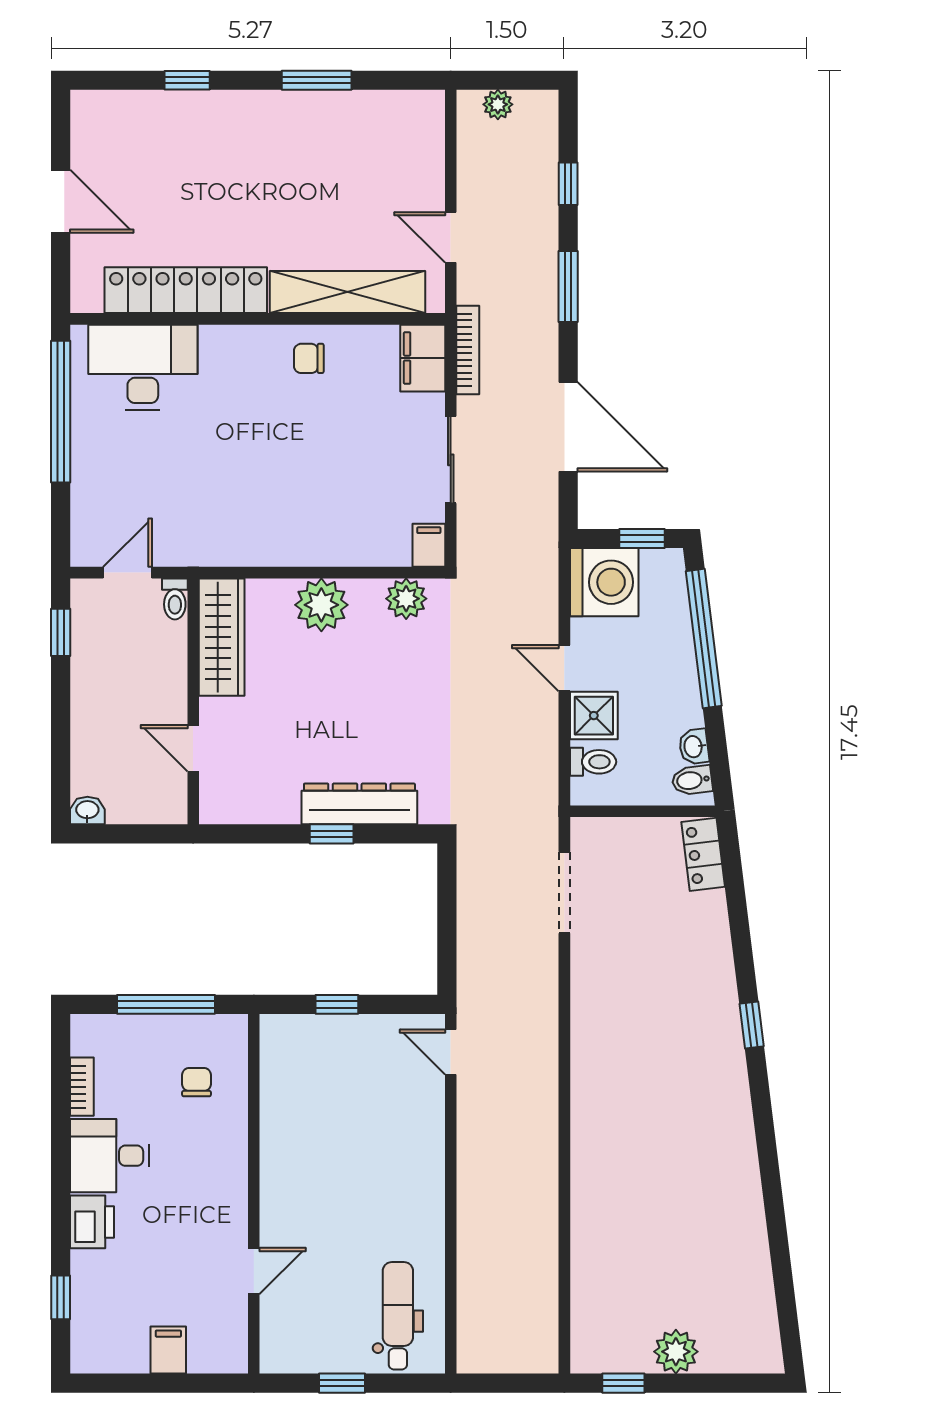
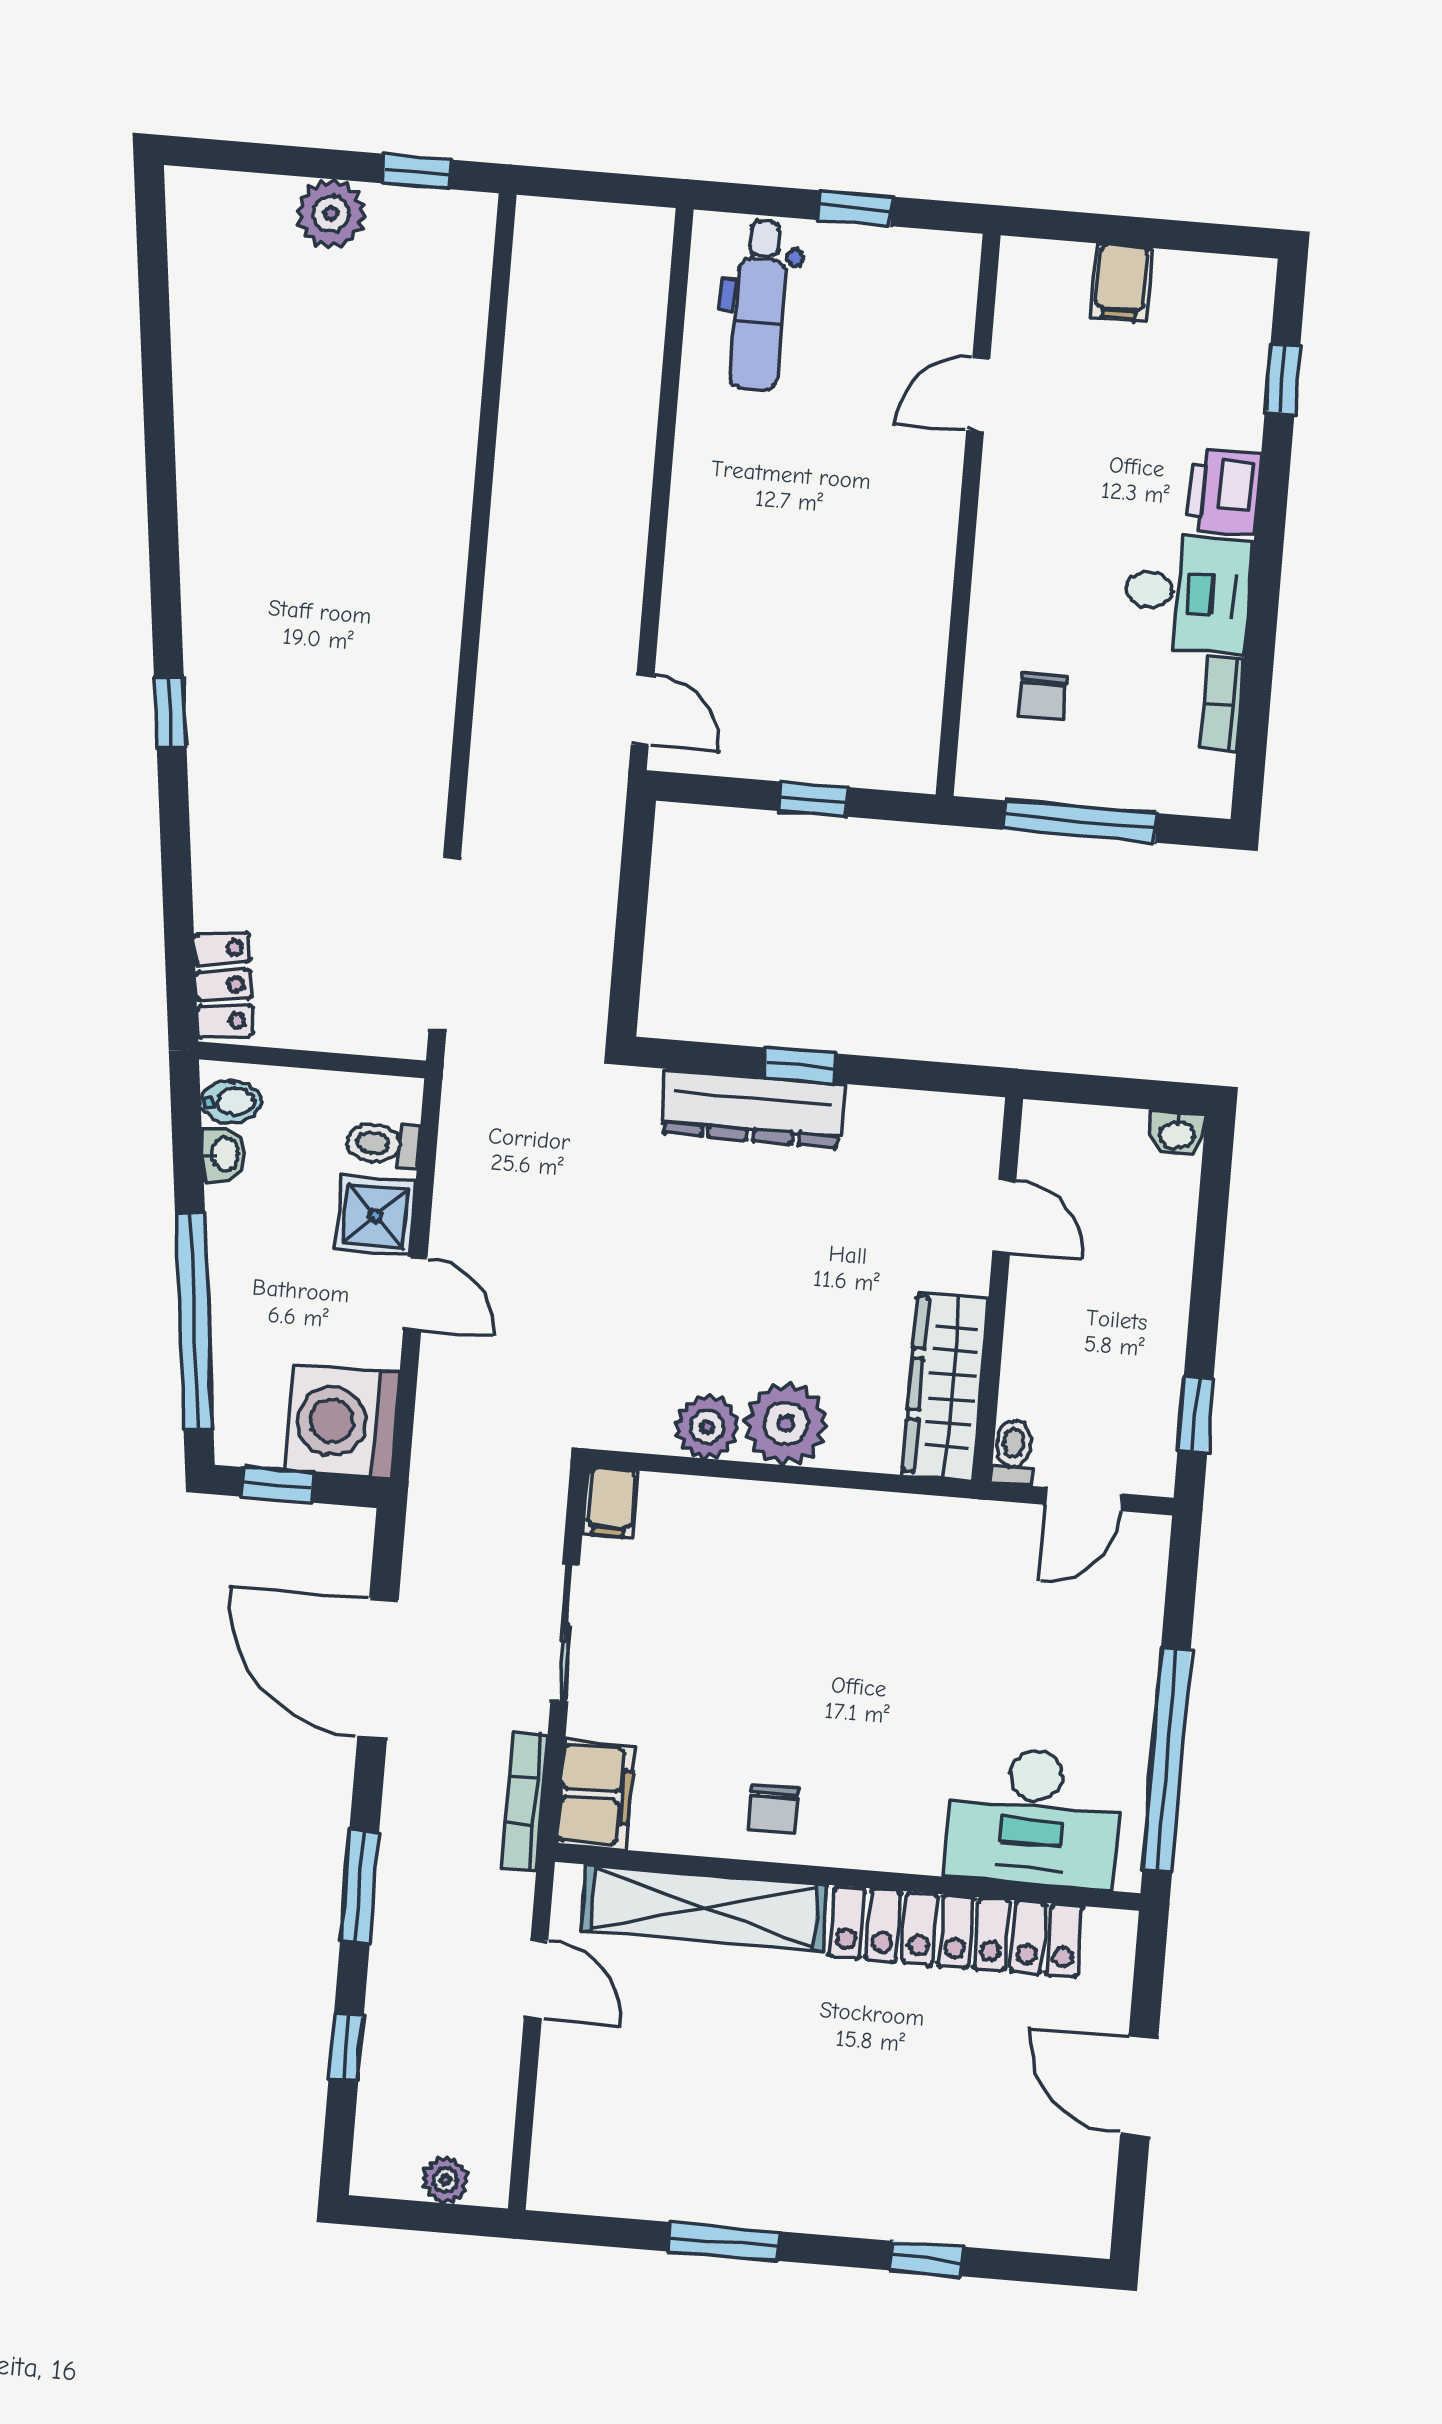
chair: (309, 358) -> (773, 1809), turned 90
plant: (406, 599) -> (707, 1427), moved
doorway: (564, 893) -> (445, 943), width x1.36

